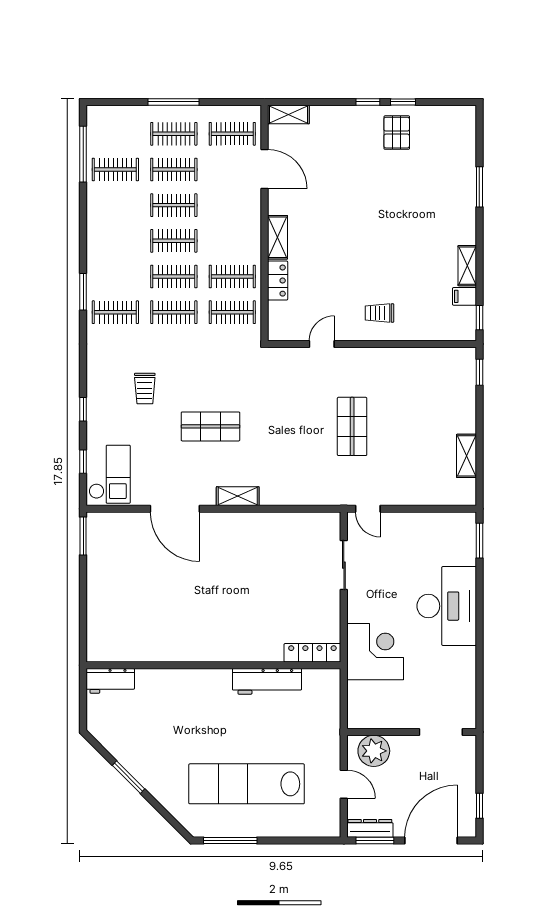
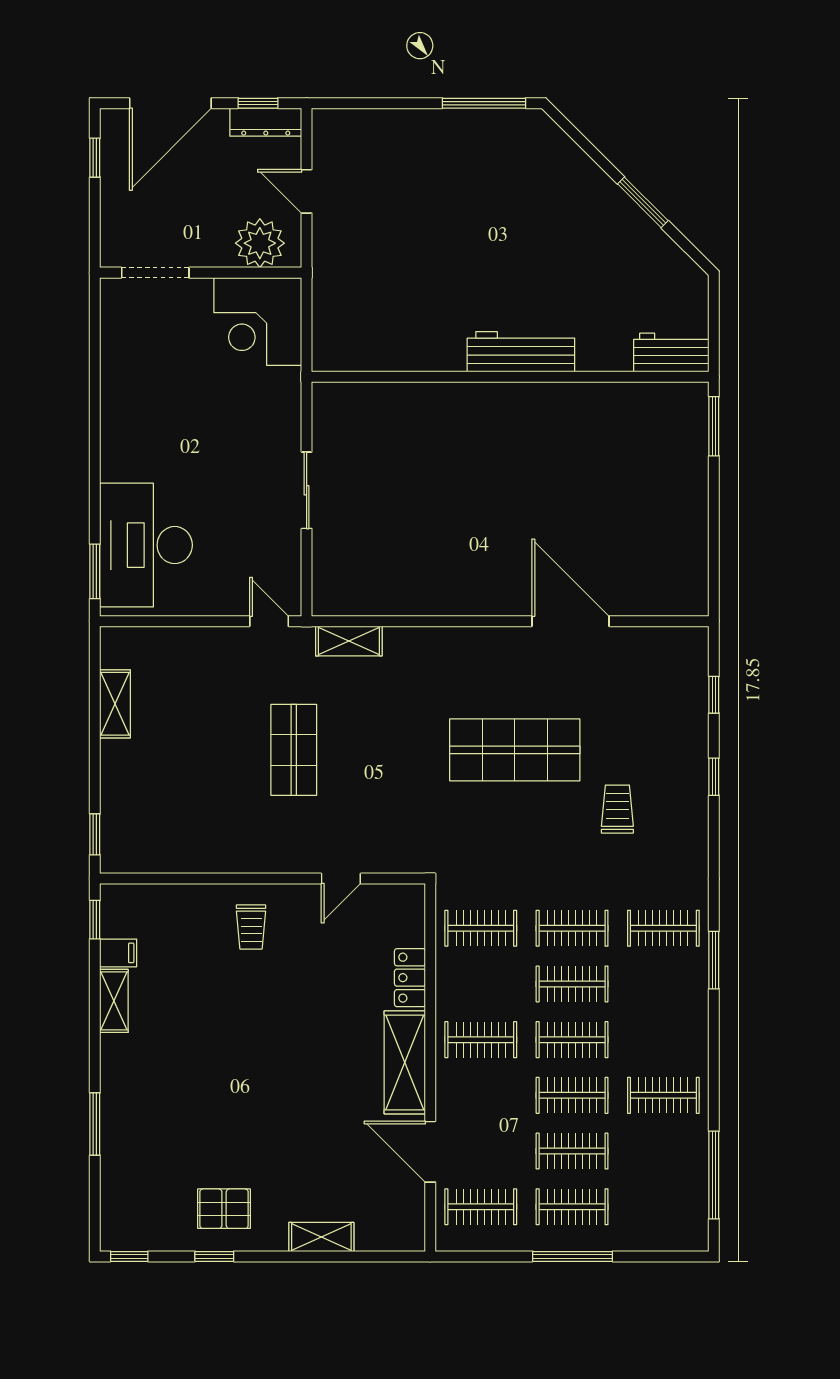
window: (368, 102) -> (129, 1256), moved
shelving: (288, 114) -> (321, 1237), moved
pallet: (397, 133) -> (224, 1209), turned 90
clothes rail: (115, 169) -> (663, 1095), moved
shelving: (278, 237) -> (405, 1062), width x1.50, depth x1.33
clothes rail: (232, 277) -> (481, 1040), moved
trolley: (379, 313) -> (251, 927), turned 90
shop shelf: (210, 426) -> (515, 750), width x1.43, depth x1.36
checkout: (110, 474) -> (672, 675), removed
shelving: (238, 496) -> (349, 641), moved
window: (83, 536) -> (714, 426), moved
sliding door: (344, 565) -> (307, 490), moved
desk: (447, 606) -> (146, 545), moved
corner desk: (375, 652) -> (258, 321), moved
locker: (312, 653) -> (356, 396), removed
workbench: (267, 681) -> (521, 352), moved
lab bench: (247, 784) -> (458, 192), removed
window: (375, 841) -> (258, 103), width x0.67

